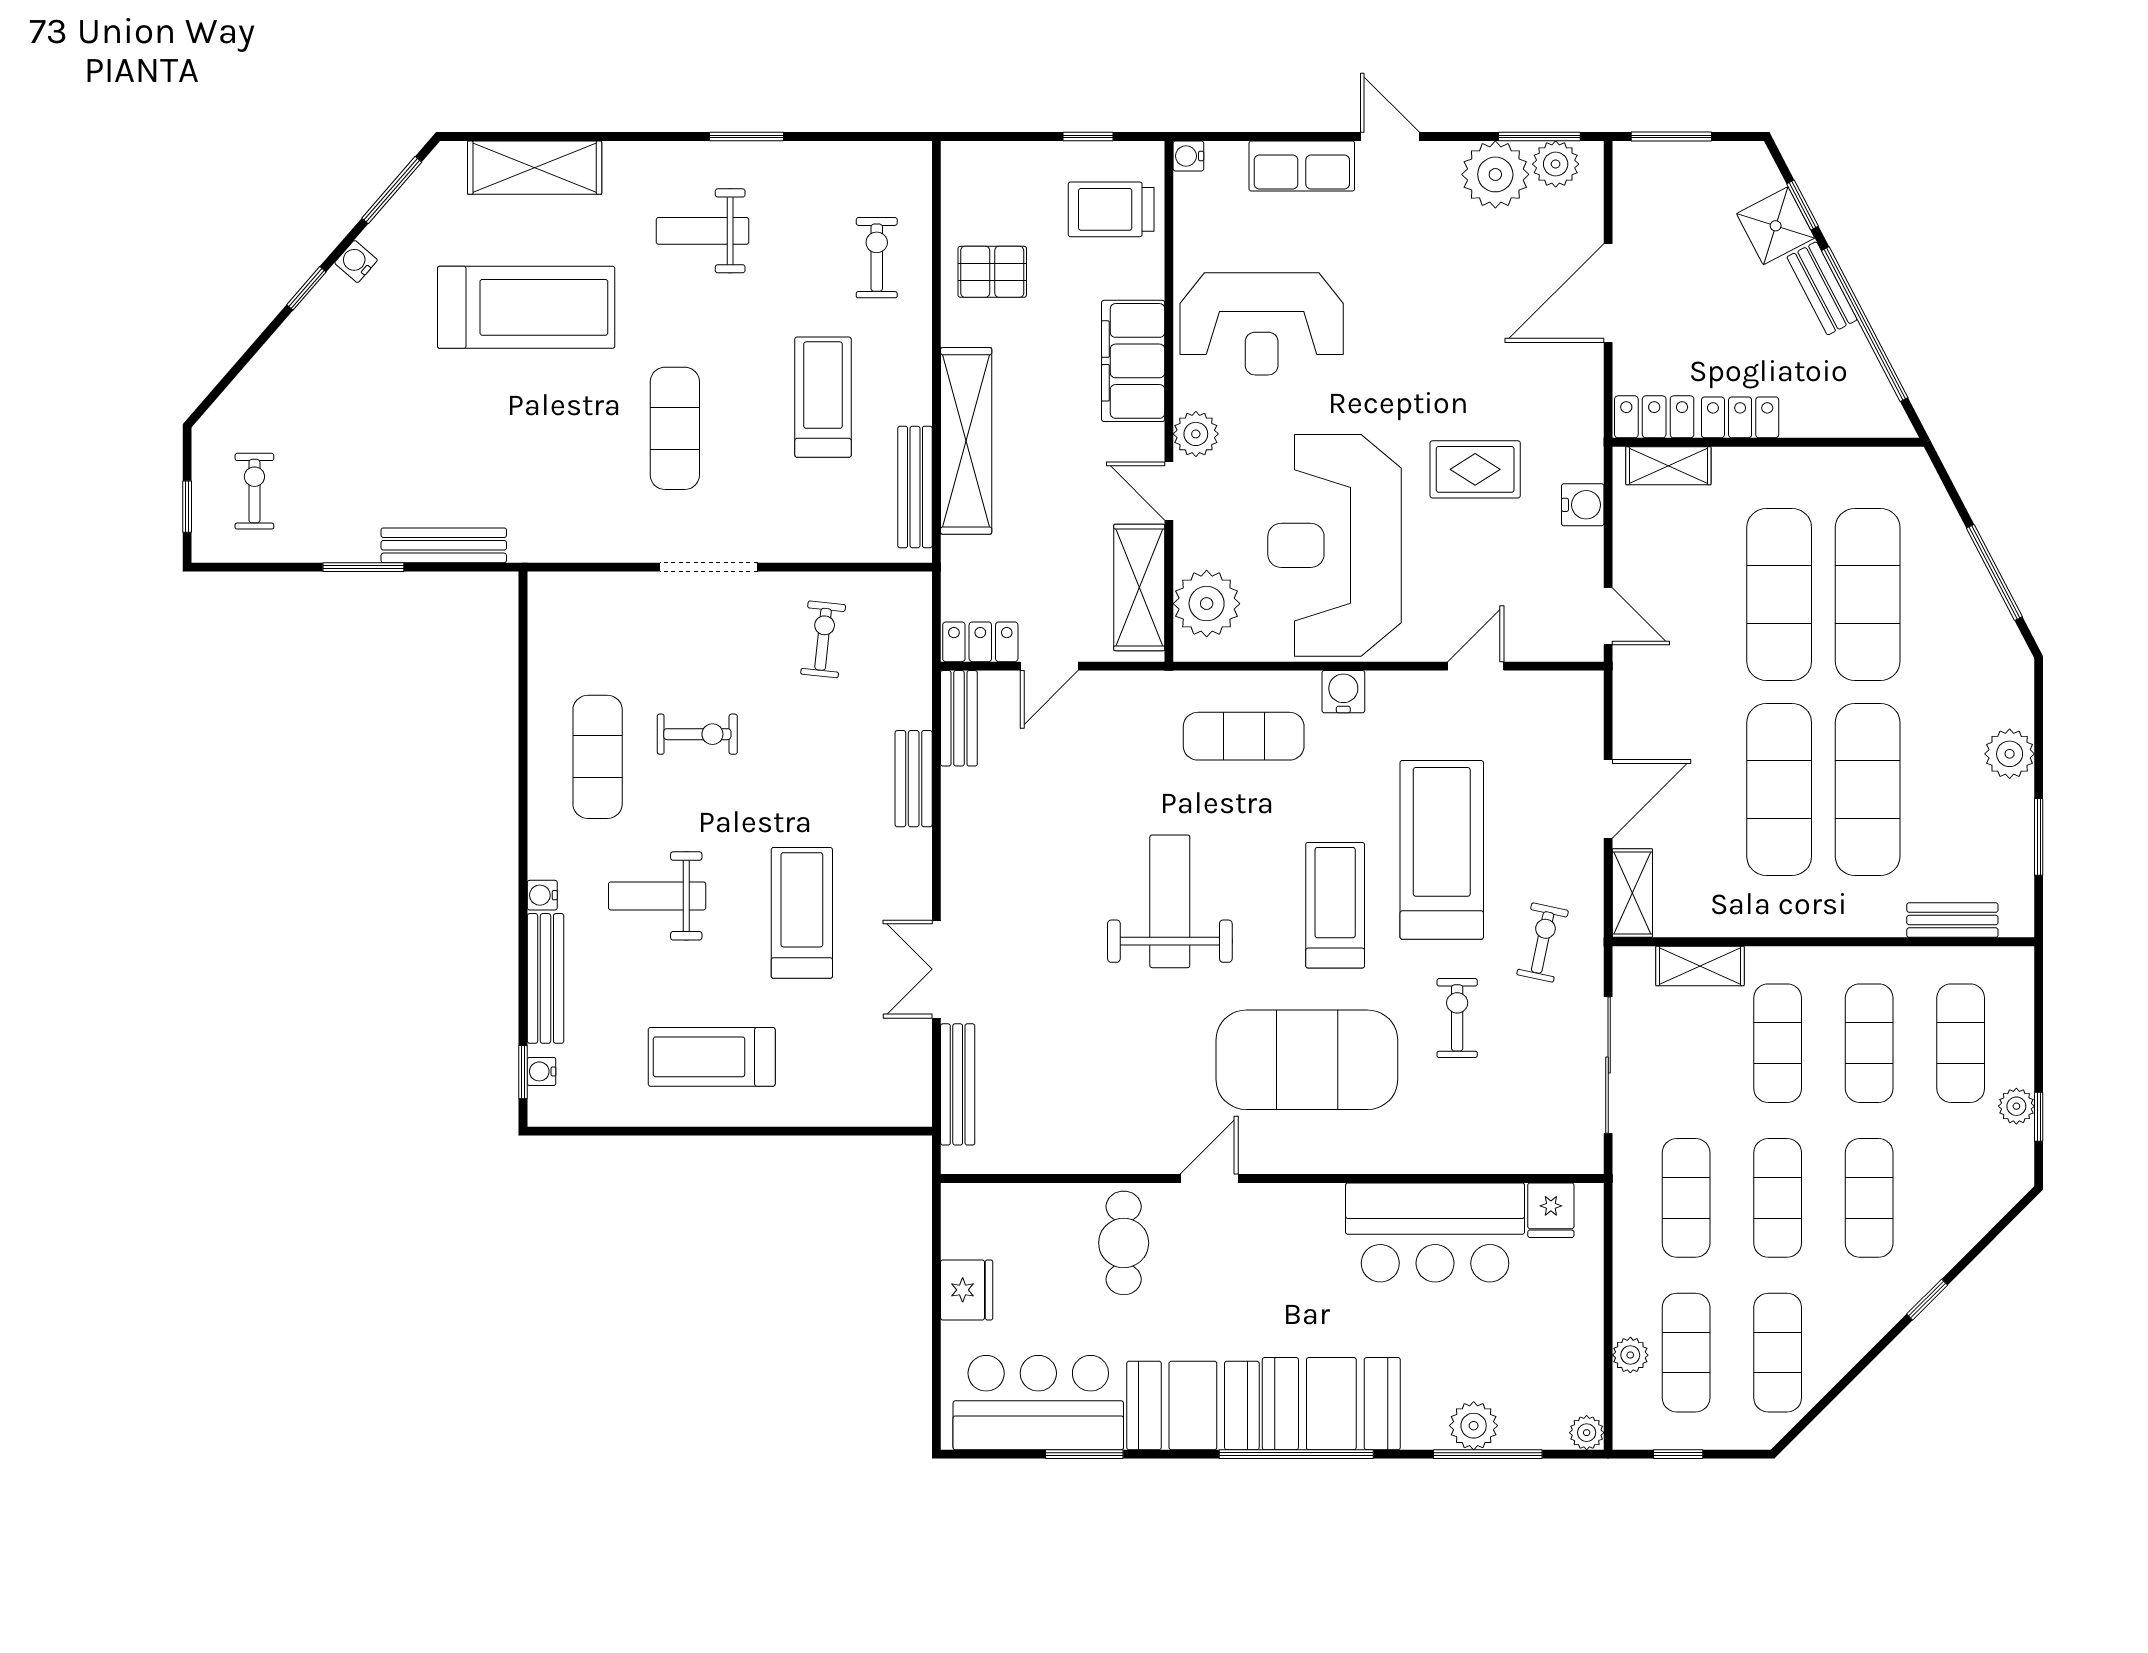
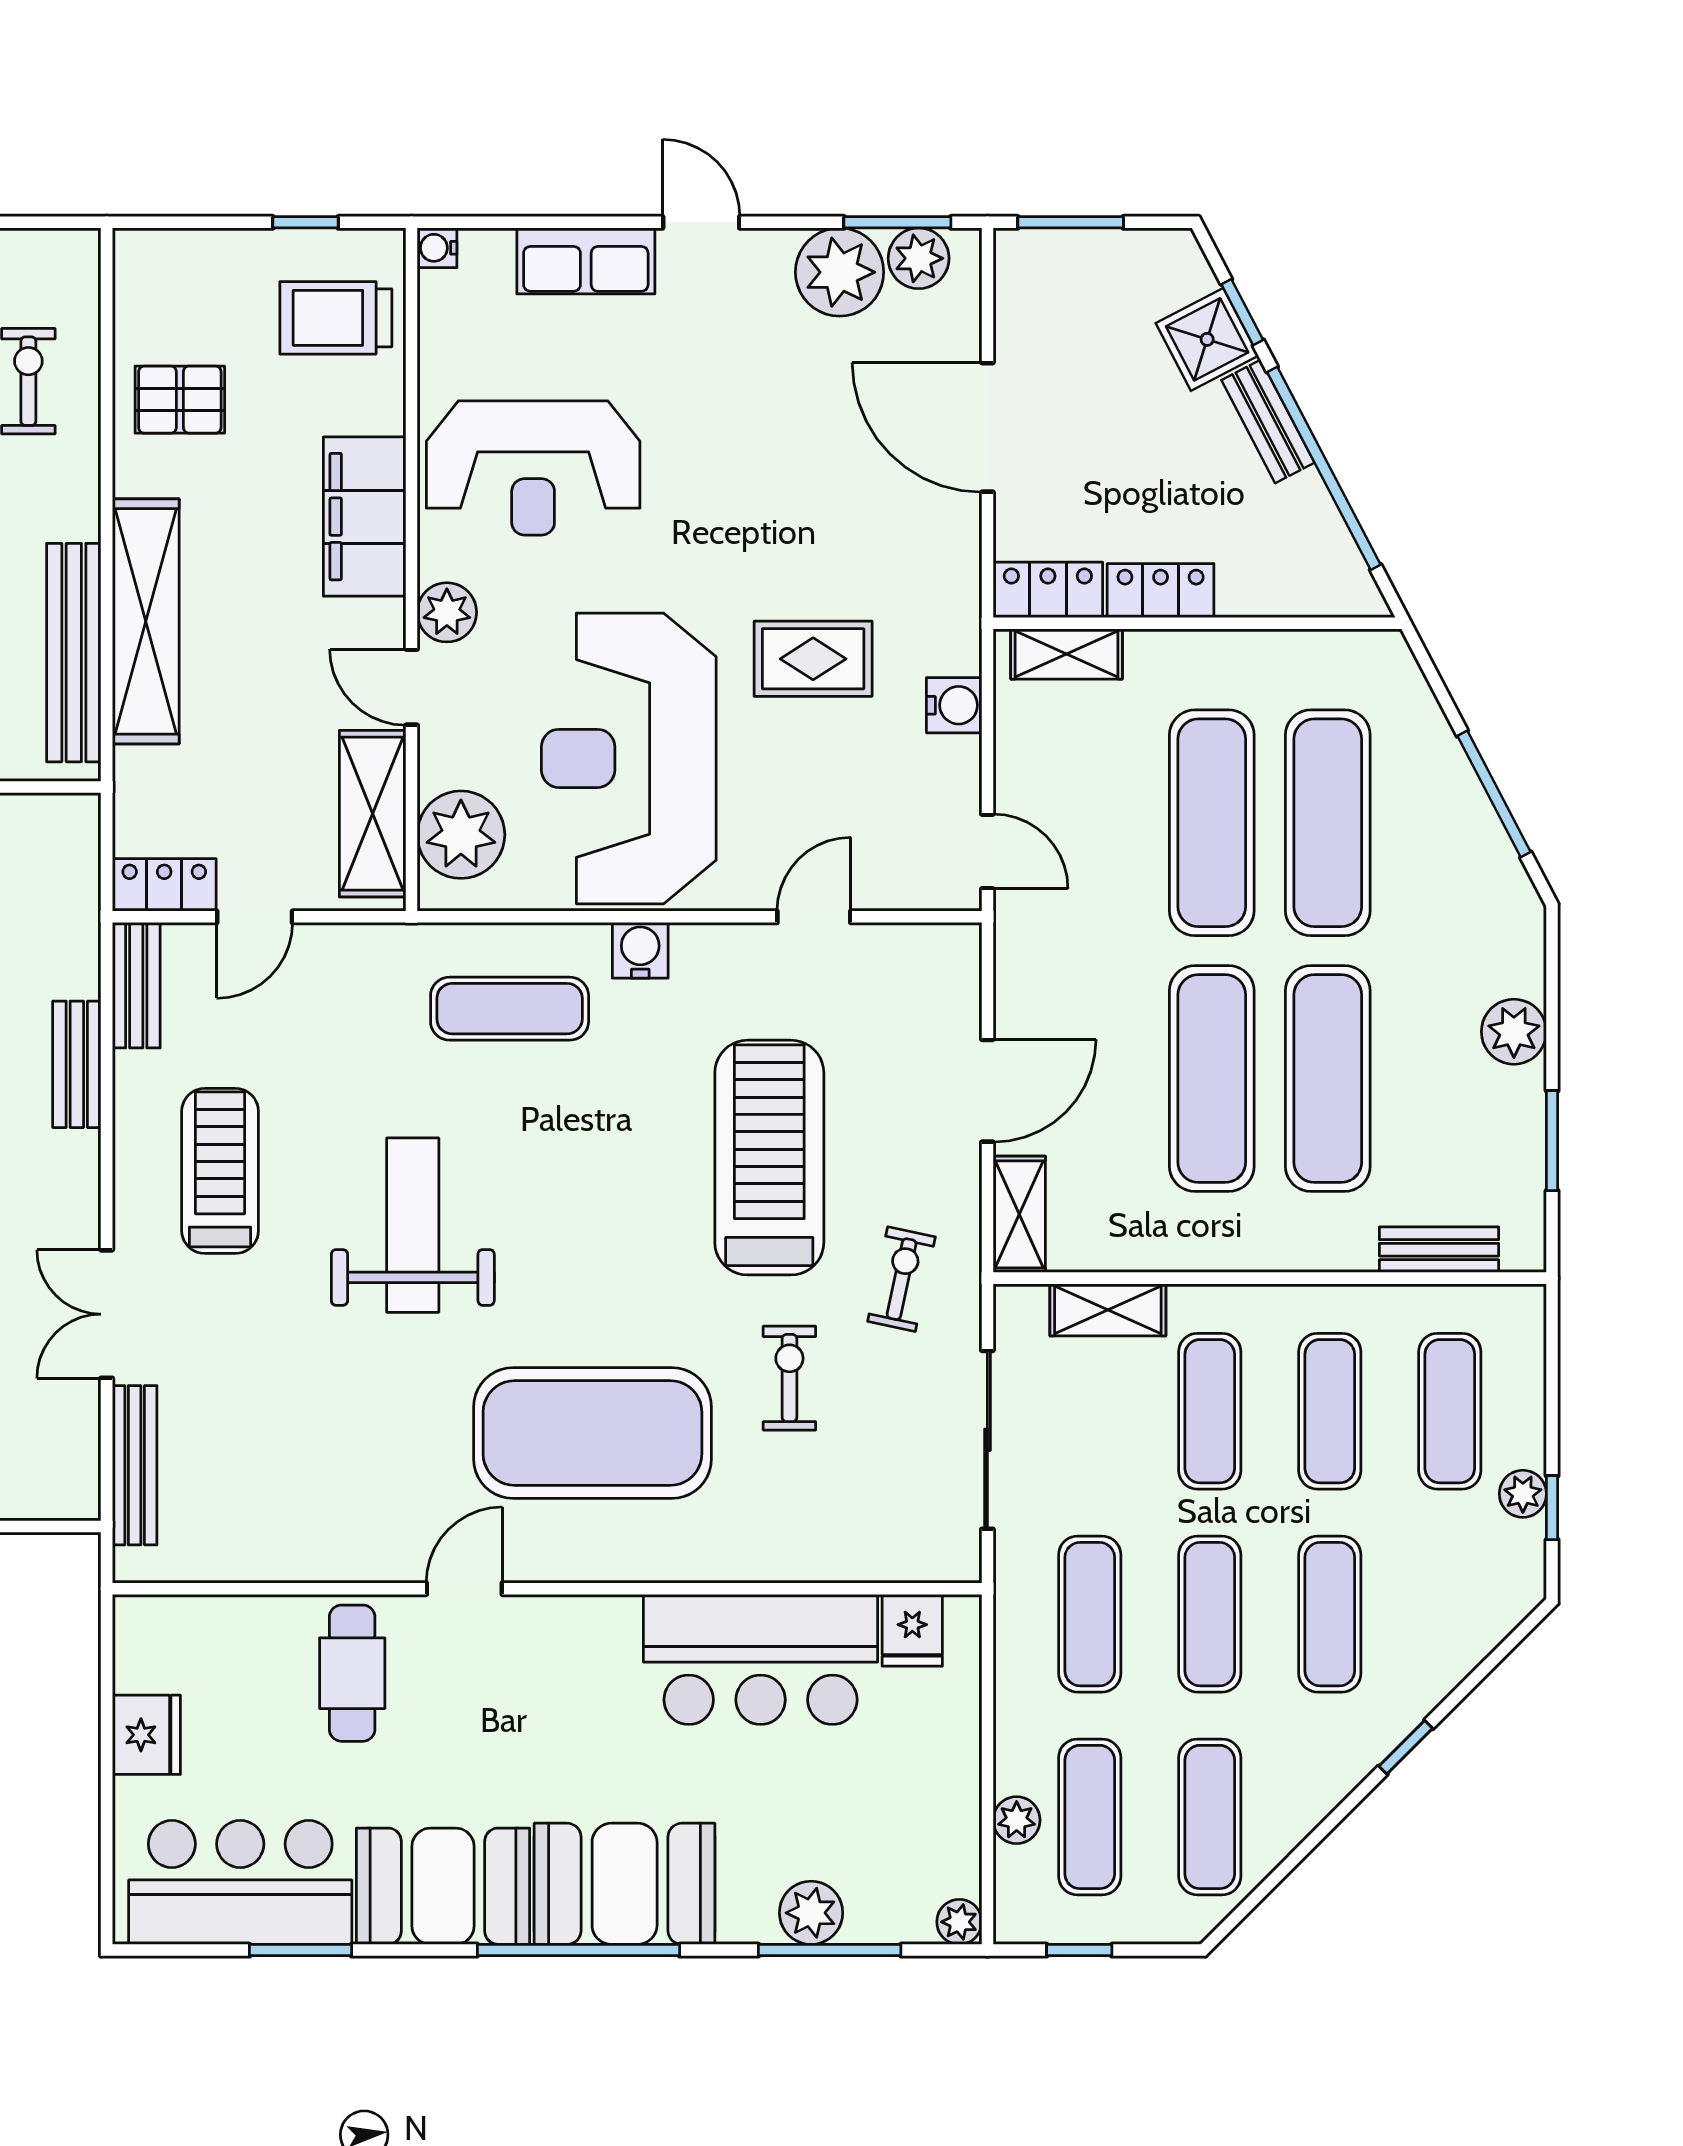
door: (1608, 293) -> (987, 427), hinge flipped
bench: (915, 487) -> (74, 653), width x1.37, depth x1.21
treadmill: (1335, 905) -> (220, 1171), moved

